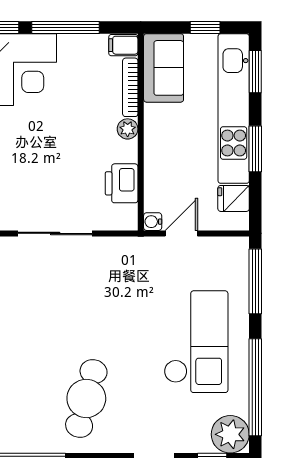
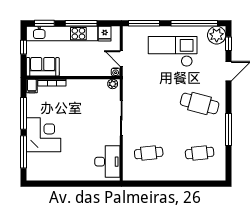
plant: (128, 129) -> (113, 84), moved
window: (255, 149) -> (81, 23), width x1.44
printer: (122, 183) -> (98, 87), removed

